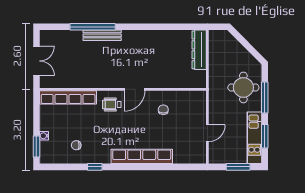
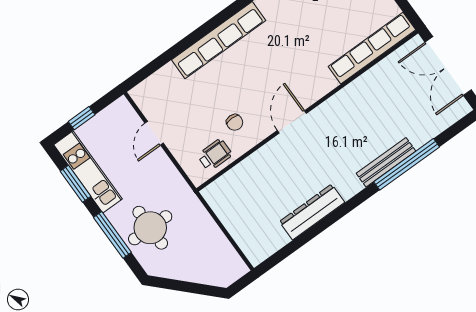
dresser: (199, 50) -> (312, 212), moved, turned -90
double door: (36, 61) -> (448, 66), width x1.37
wheelchair: (112, 105) -> (215, 155), moved
window: (238, 167) -> (82, 118), width x0.67

